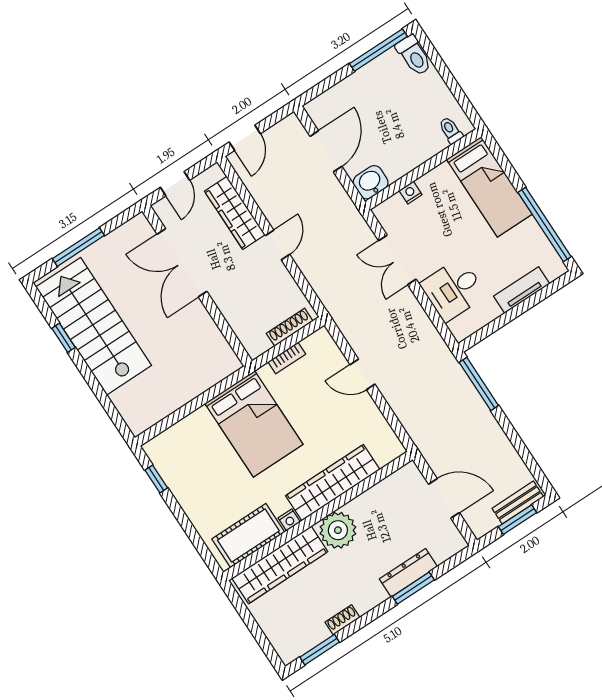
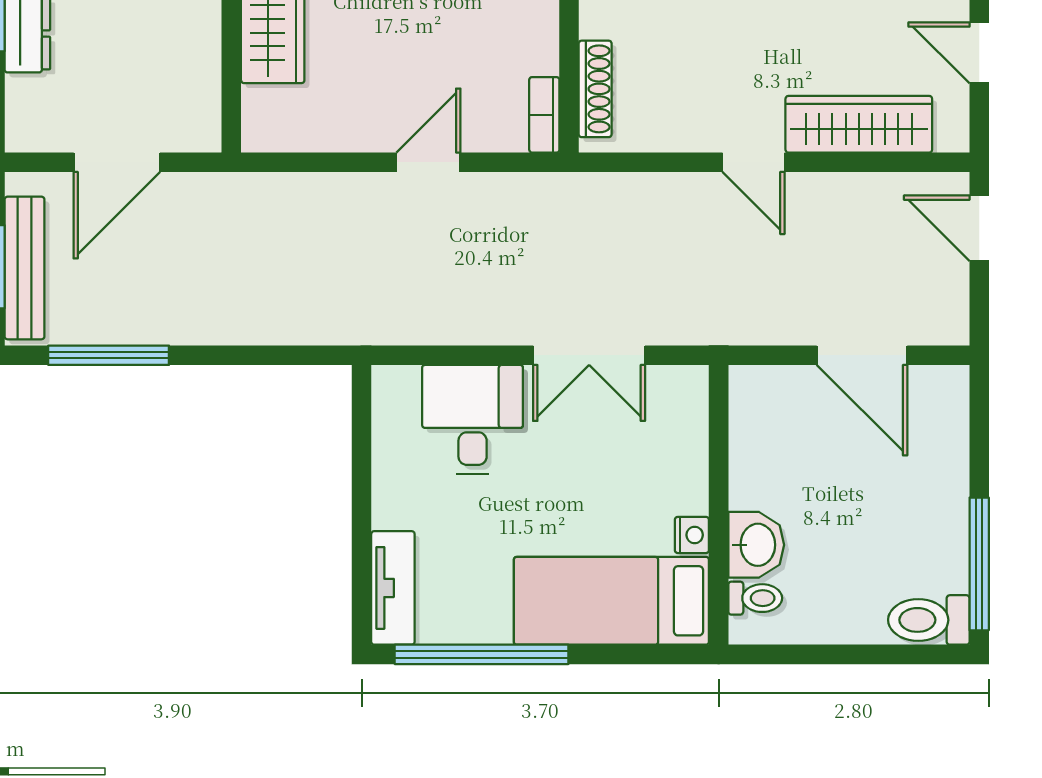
washbasin: (371, 182) -> (756, 545), moved
nightstand: (411, 193) -> (692, 535), moved
double door: (397, 260) -> (589, 355), swing flipped
tv unit: (522, 290) -> (393, 588), moved
bookcase: (287, 358) -> (544, 115), moved
window: (479, 384) -> (109, 355), moved
bench: (518, 503) -> (25, 268), width x1.36

